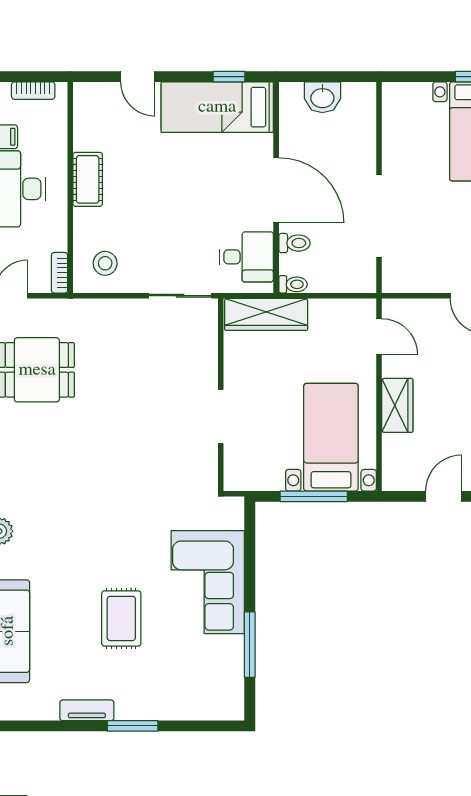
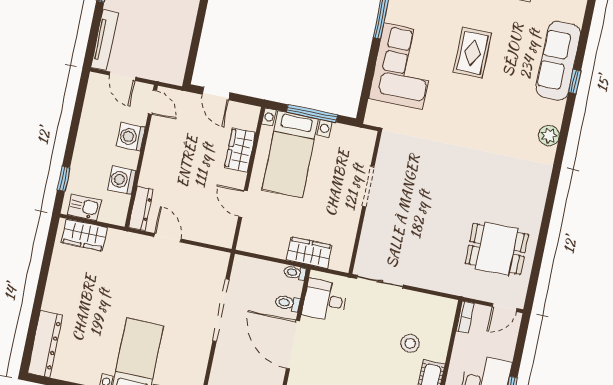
stool: (105, 263) -> (410, 343), moved
wardrobe: (266, 314) -> (309, 253), width x0.67
door: (379, 337) -> (243, 204), moved
wardrobe: (397, 405) -> (240, 150), moved
door: (444, 496) -> (216, 94), hinge flipped

